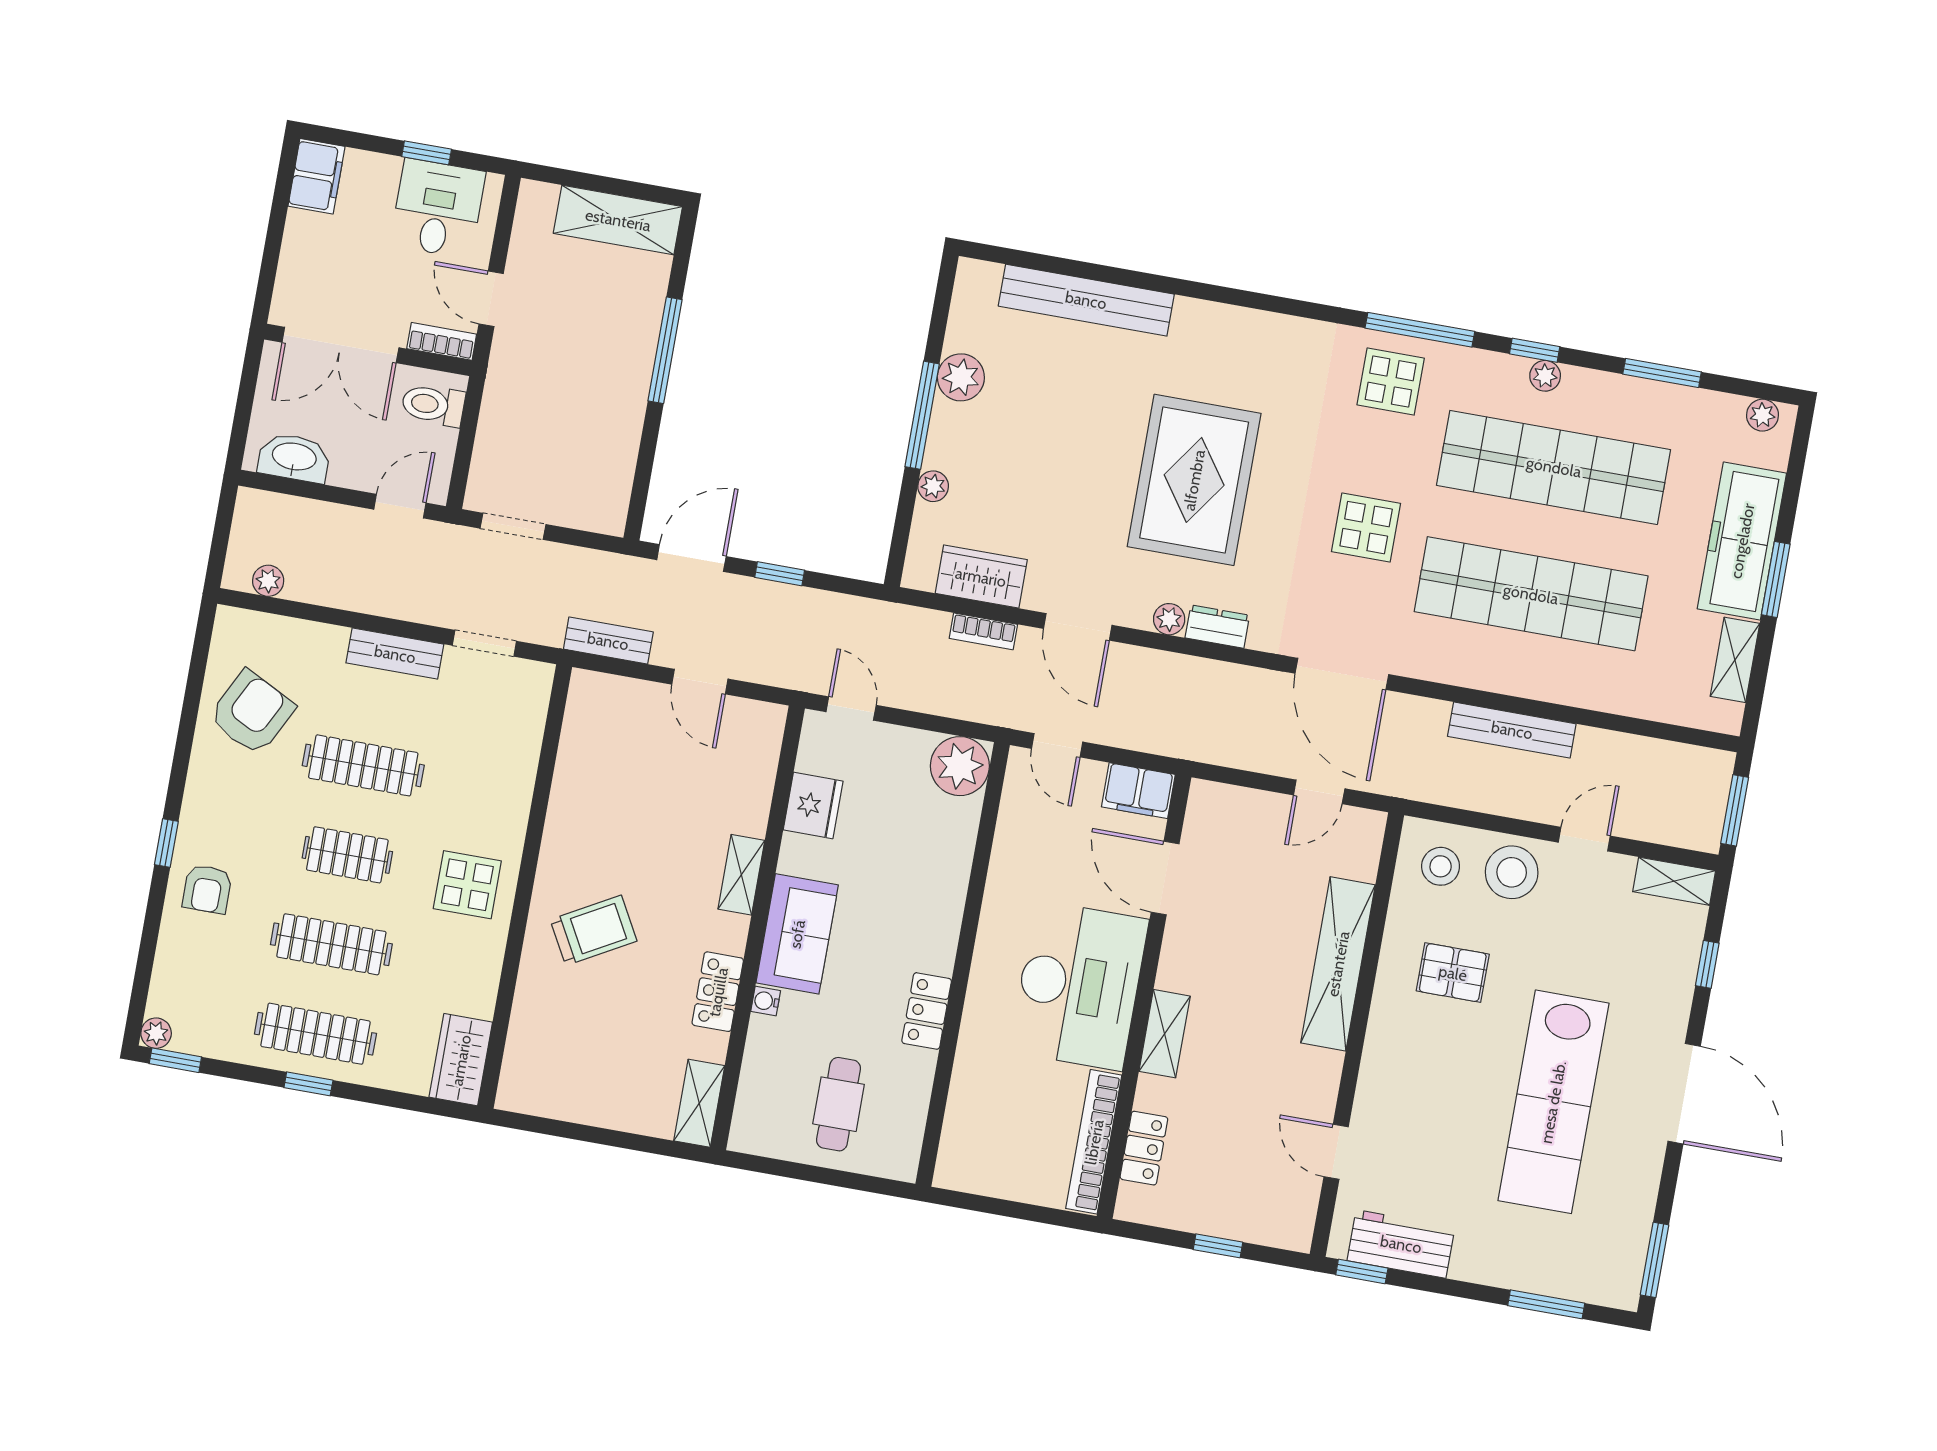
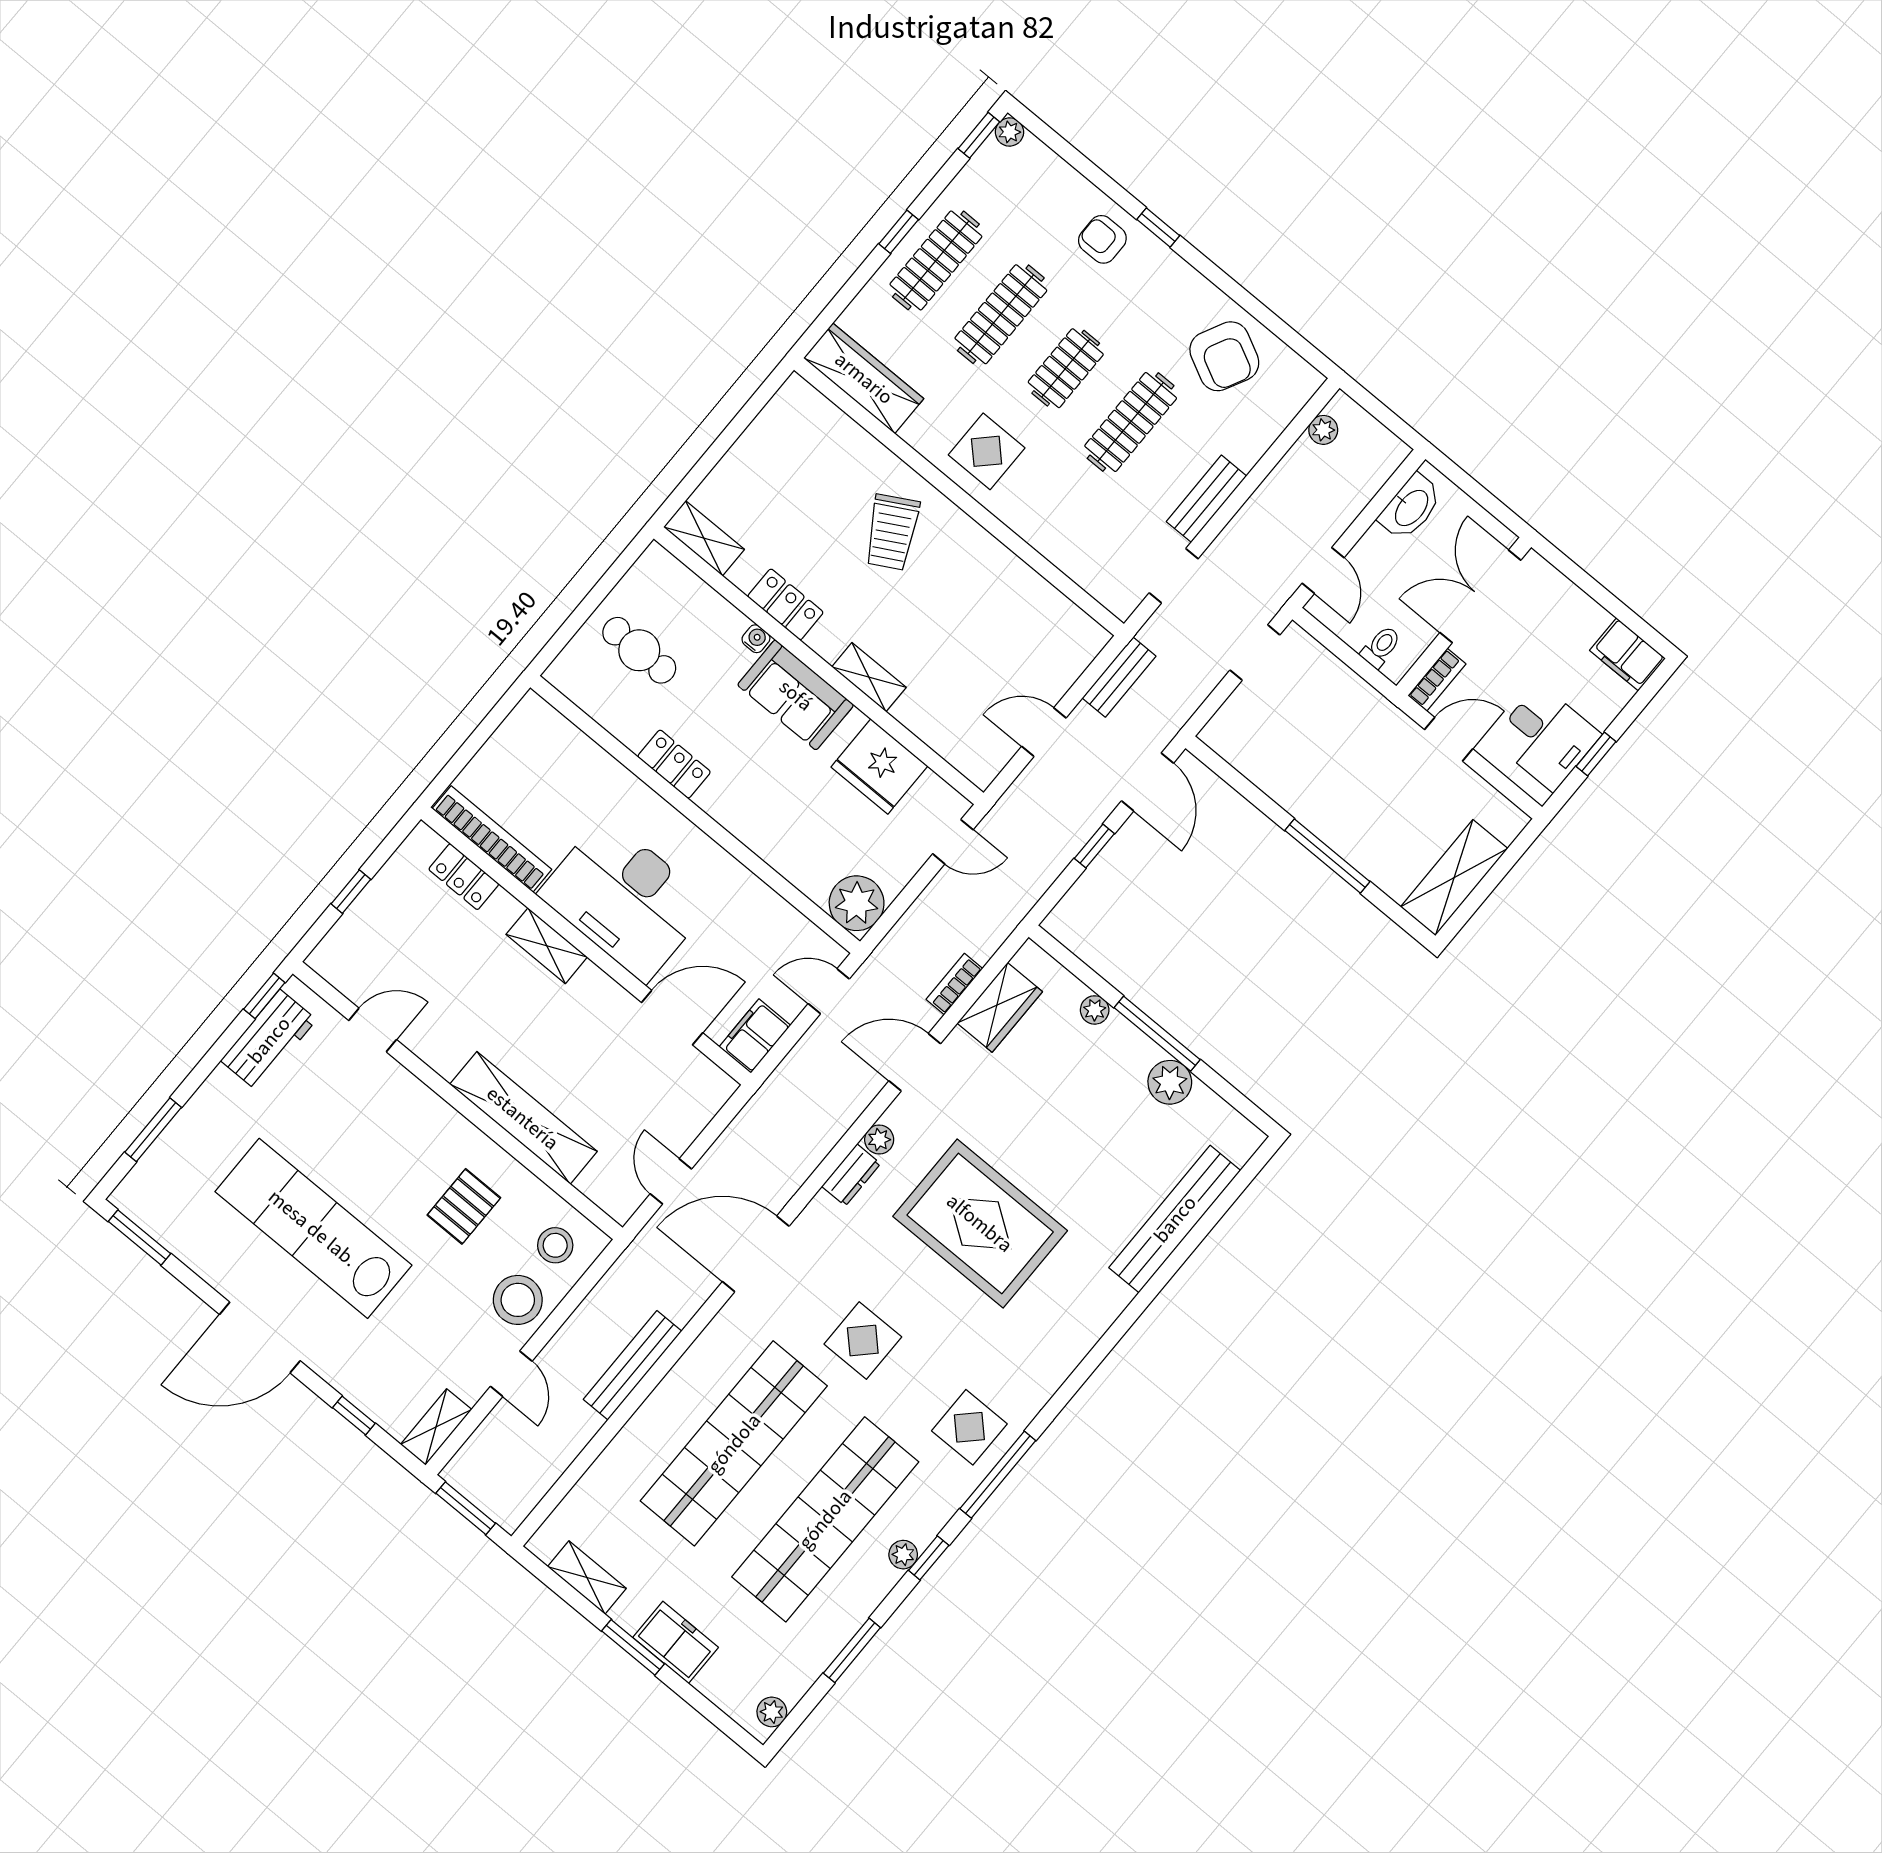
toilet: (433, 405) -> (1381, 647), width x0.73, depth x0.72
freezer: (1742, 541) -> (676, 1642), width x0.52, depth x0.79
fridge: (813, 805) -> (879, 767), width x1.36, depth x1.34
wardrobe: (461, 1060) -> (864, 378), width x1.50

